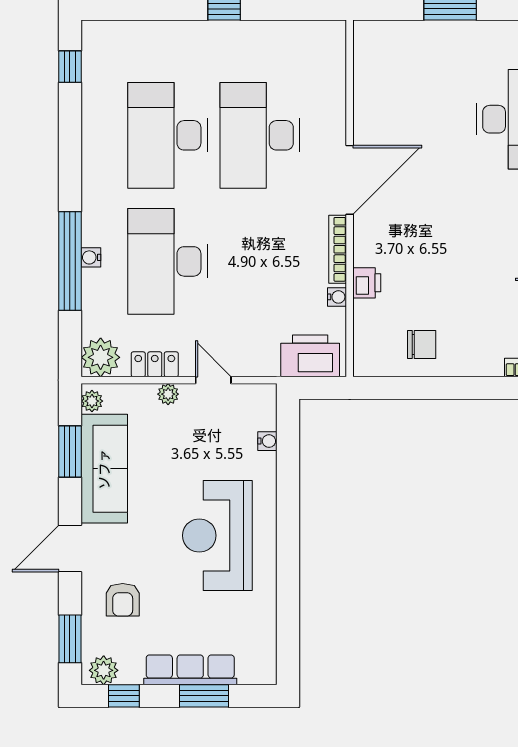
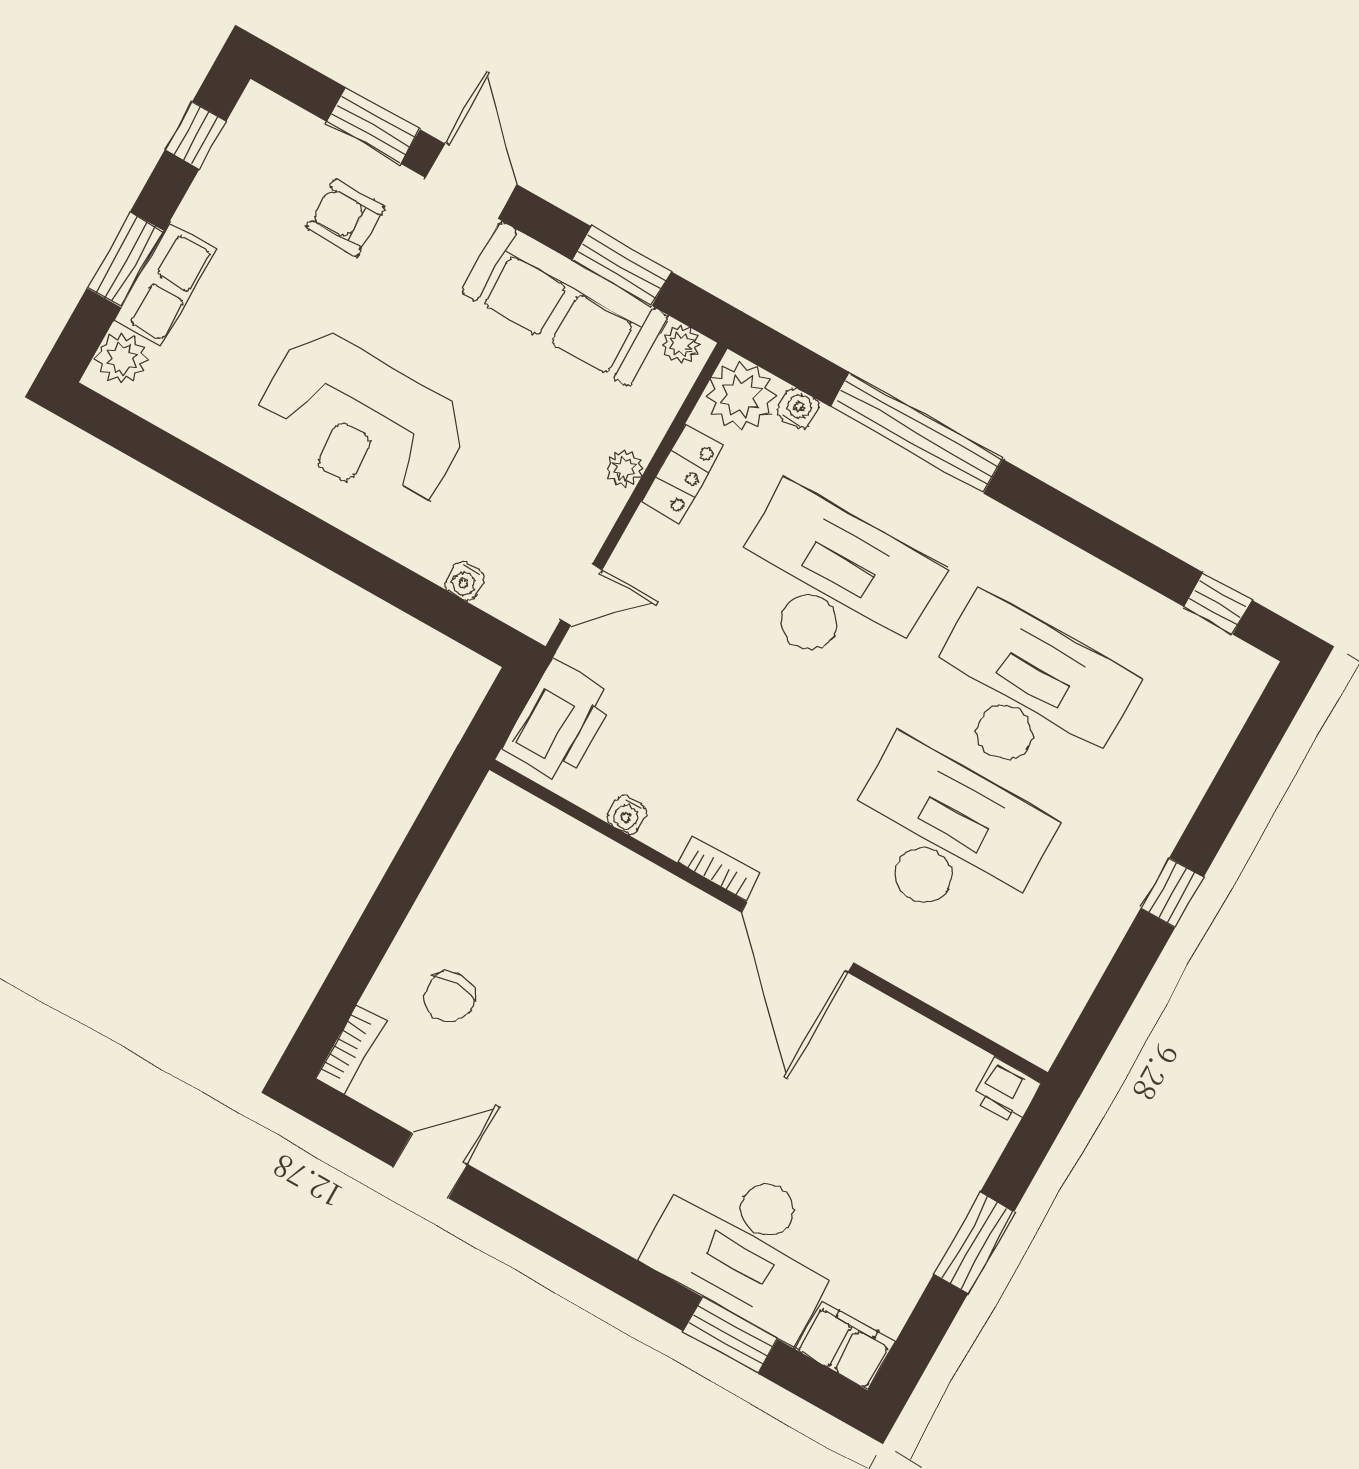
bookcase: (338, 249) -> (719, 869), width x0.64
water cooler: (91, 257) -> (798, 409), moved
printer: (367, 283) -> (1006, 1091), moved
chair: (422, 345) -> (449, 997), moved
door: (213, 380) -> (581, 595), moved
reception desk: (217, 536) -> (362, 421), turned 180
window: (70, 639) -> (373, 126), moved
plant: (104, 670) -> (122, 358), moved
row of seats: (190, 670) -> (165, 284), width x0.68

